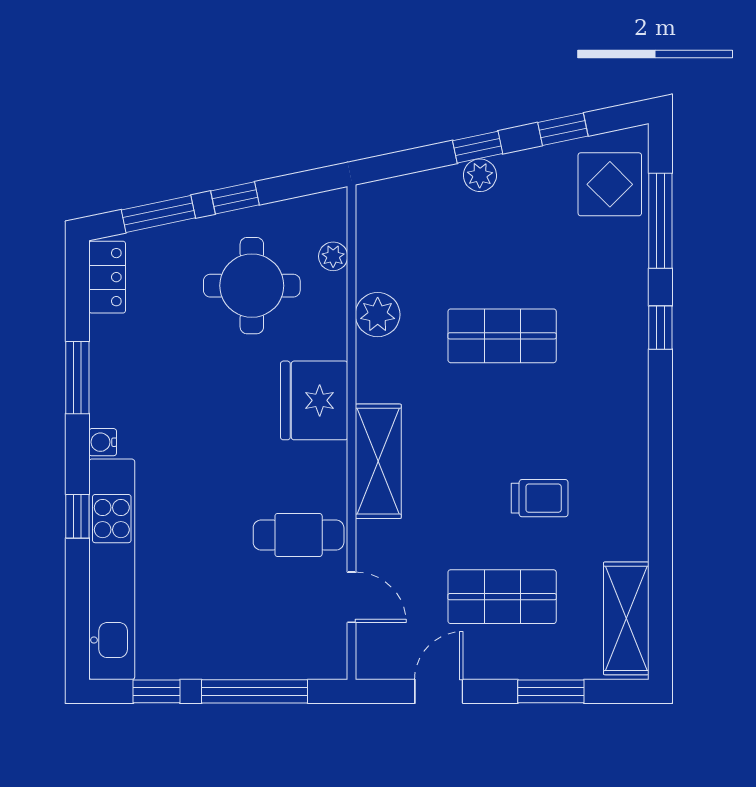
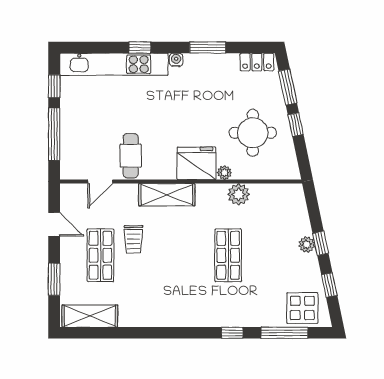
plant: (333, 256) -> (224, 173), moved
trolley: (540, 498) -> (133, 239), moved

